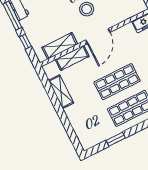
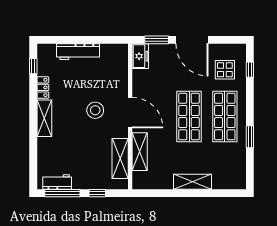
shelving: (61, 92) -> (192, 182), moved
window: (116, 139) -> (250, 137), moved

